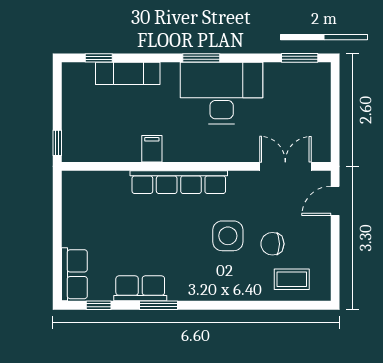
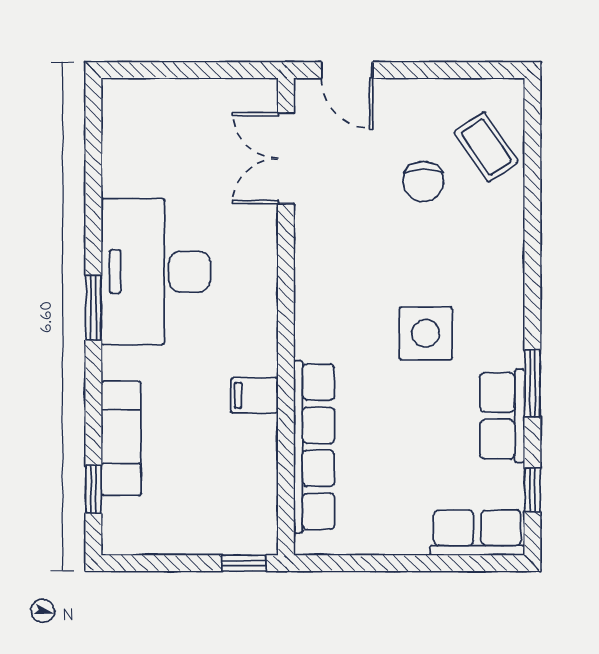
window: (300, 58) -> (93, 133), removed
row of seats: (179, 182) -> (314, 447), moved
side table: (228, 236) -> (426, 333), moved
coffee table: (292, 279) -> (486, 147), turned -34

